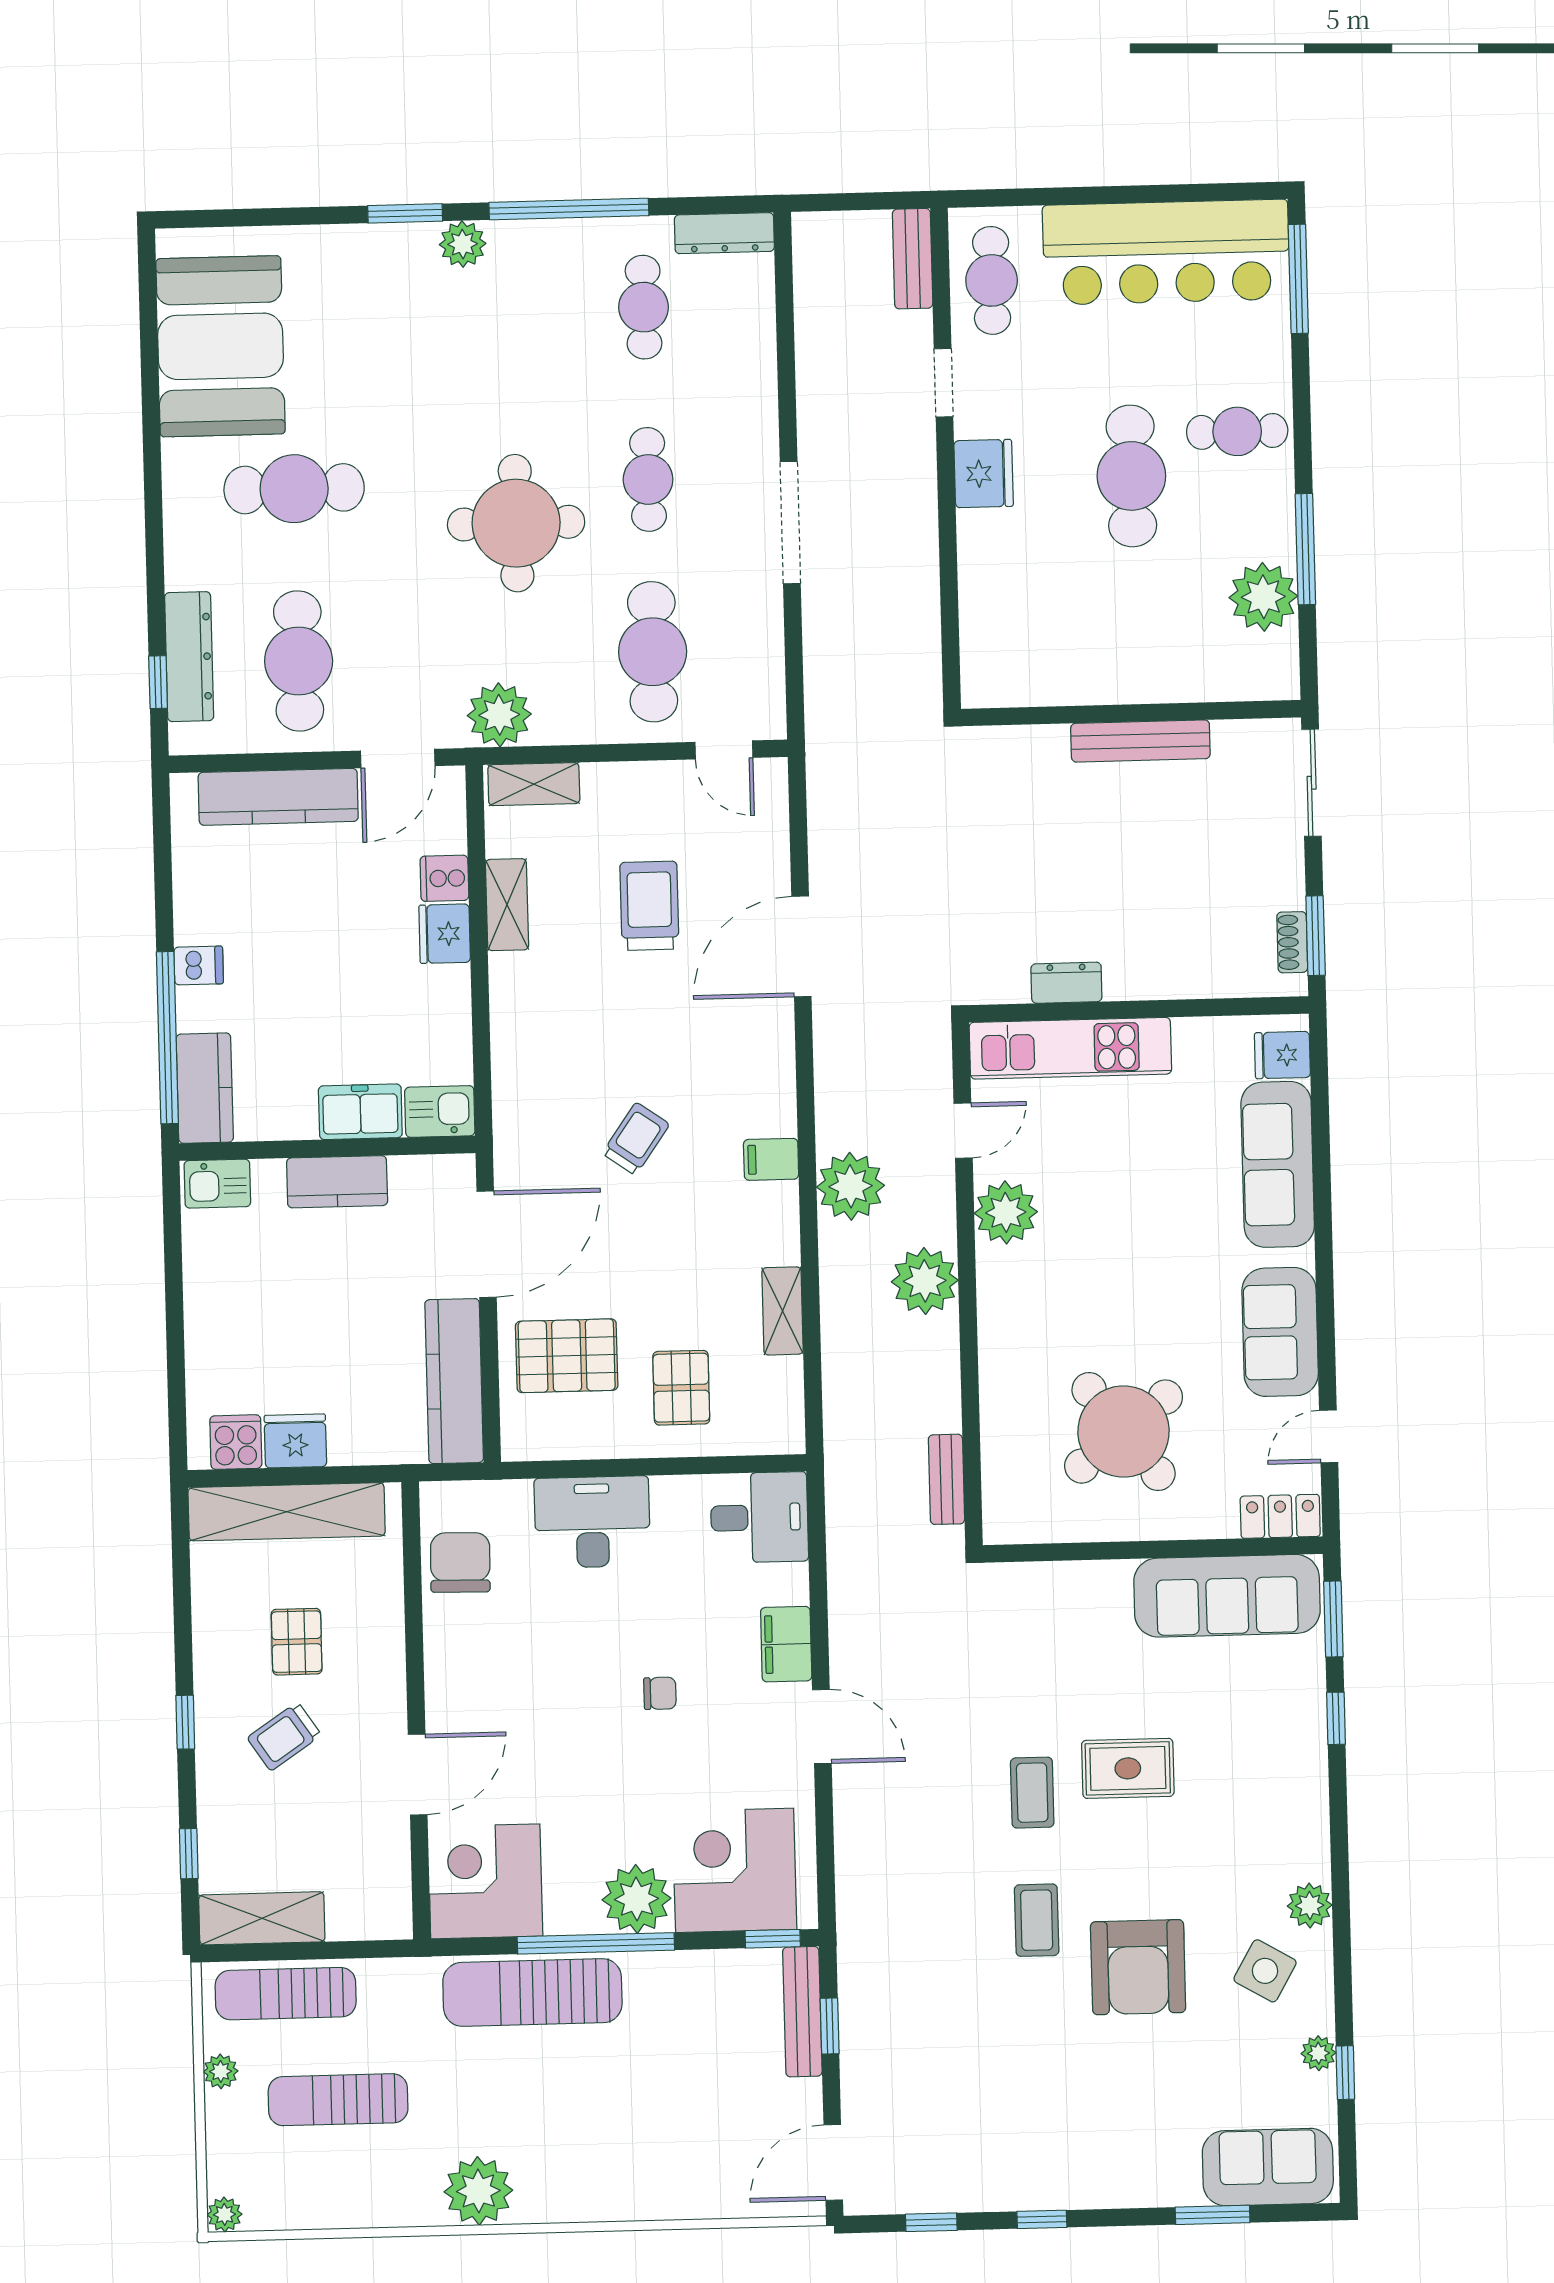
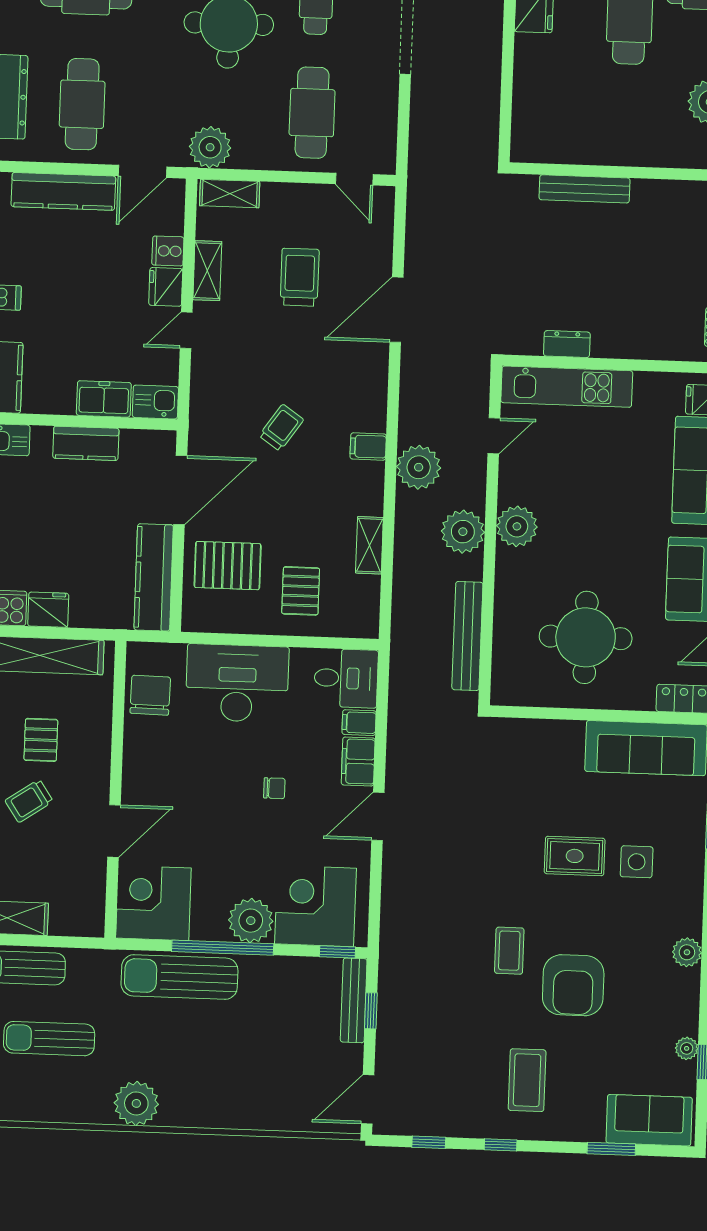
bench: (1140, 741) -> (585, 189), moved
door: (480, 998) -> (186, 330), added
plant: (1006, 1212) -> (517, 526), moved
round table: (1124, 1432) -> (586, 637), turned 38
bench: (946, 1479) -> (467, 636), width x1.86, depth x1.21
desk: (592, 1522) -> (237, 683), width x1.36, depth x1.30
filing cabinet: (784, 1584) -> (359, 723), added
door: (822, 1727) -> (378, 816), swing flipped
coffee table: (1032, 1793) -> (527, 1080), moved, width x1.36, depth x1.30
side table: (1265, 1971) -> (637, 862), moved, turned -30

